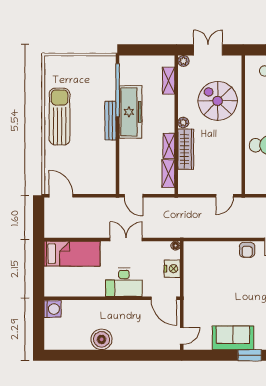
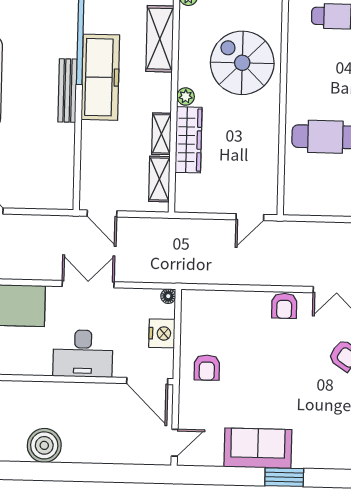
shelving: (169, 81) -> (160, 39), width x1.50, depth x1.33
armchair: (200, 289) -> (207, 368), added

